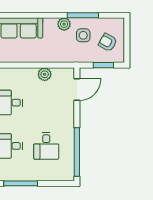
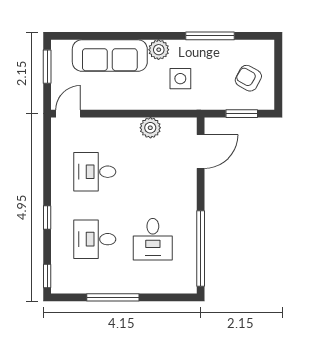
plant: (64, 24) -> (159, 50), moved
side table: (83, 35) -> (180, 79), moved

